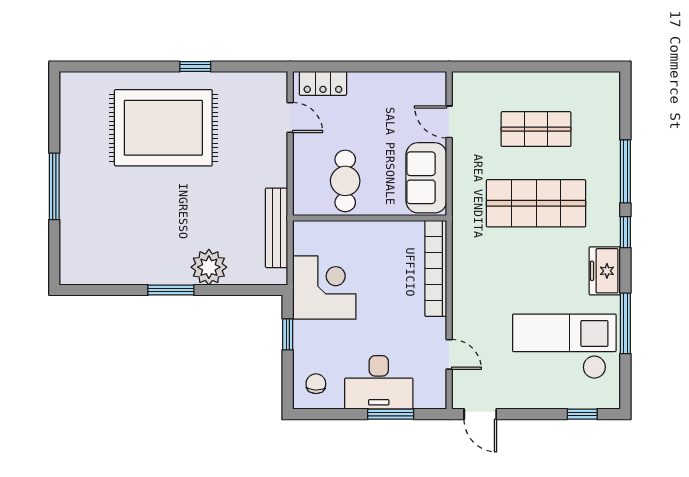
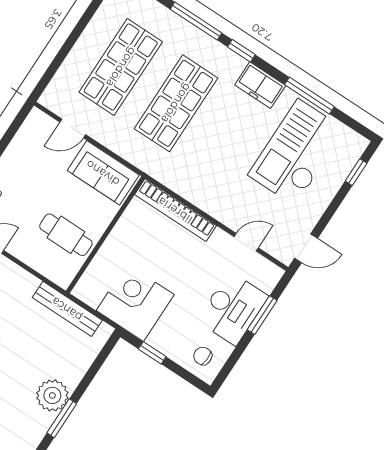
shop shelf: (536, 129) -> (121, 67), width x1.43, depth x1.36
plant: (209, 267) -> (52, 395), moved

